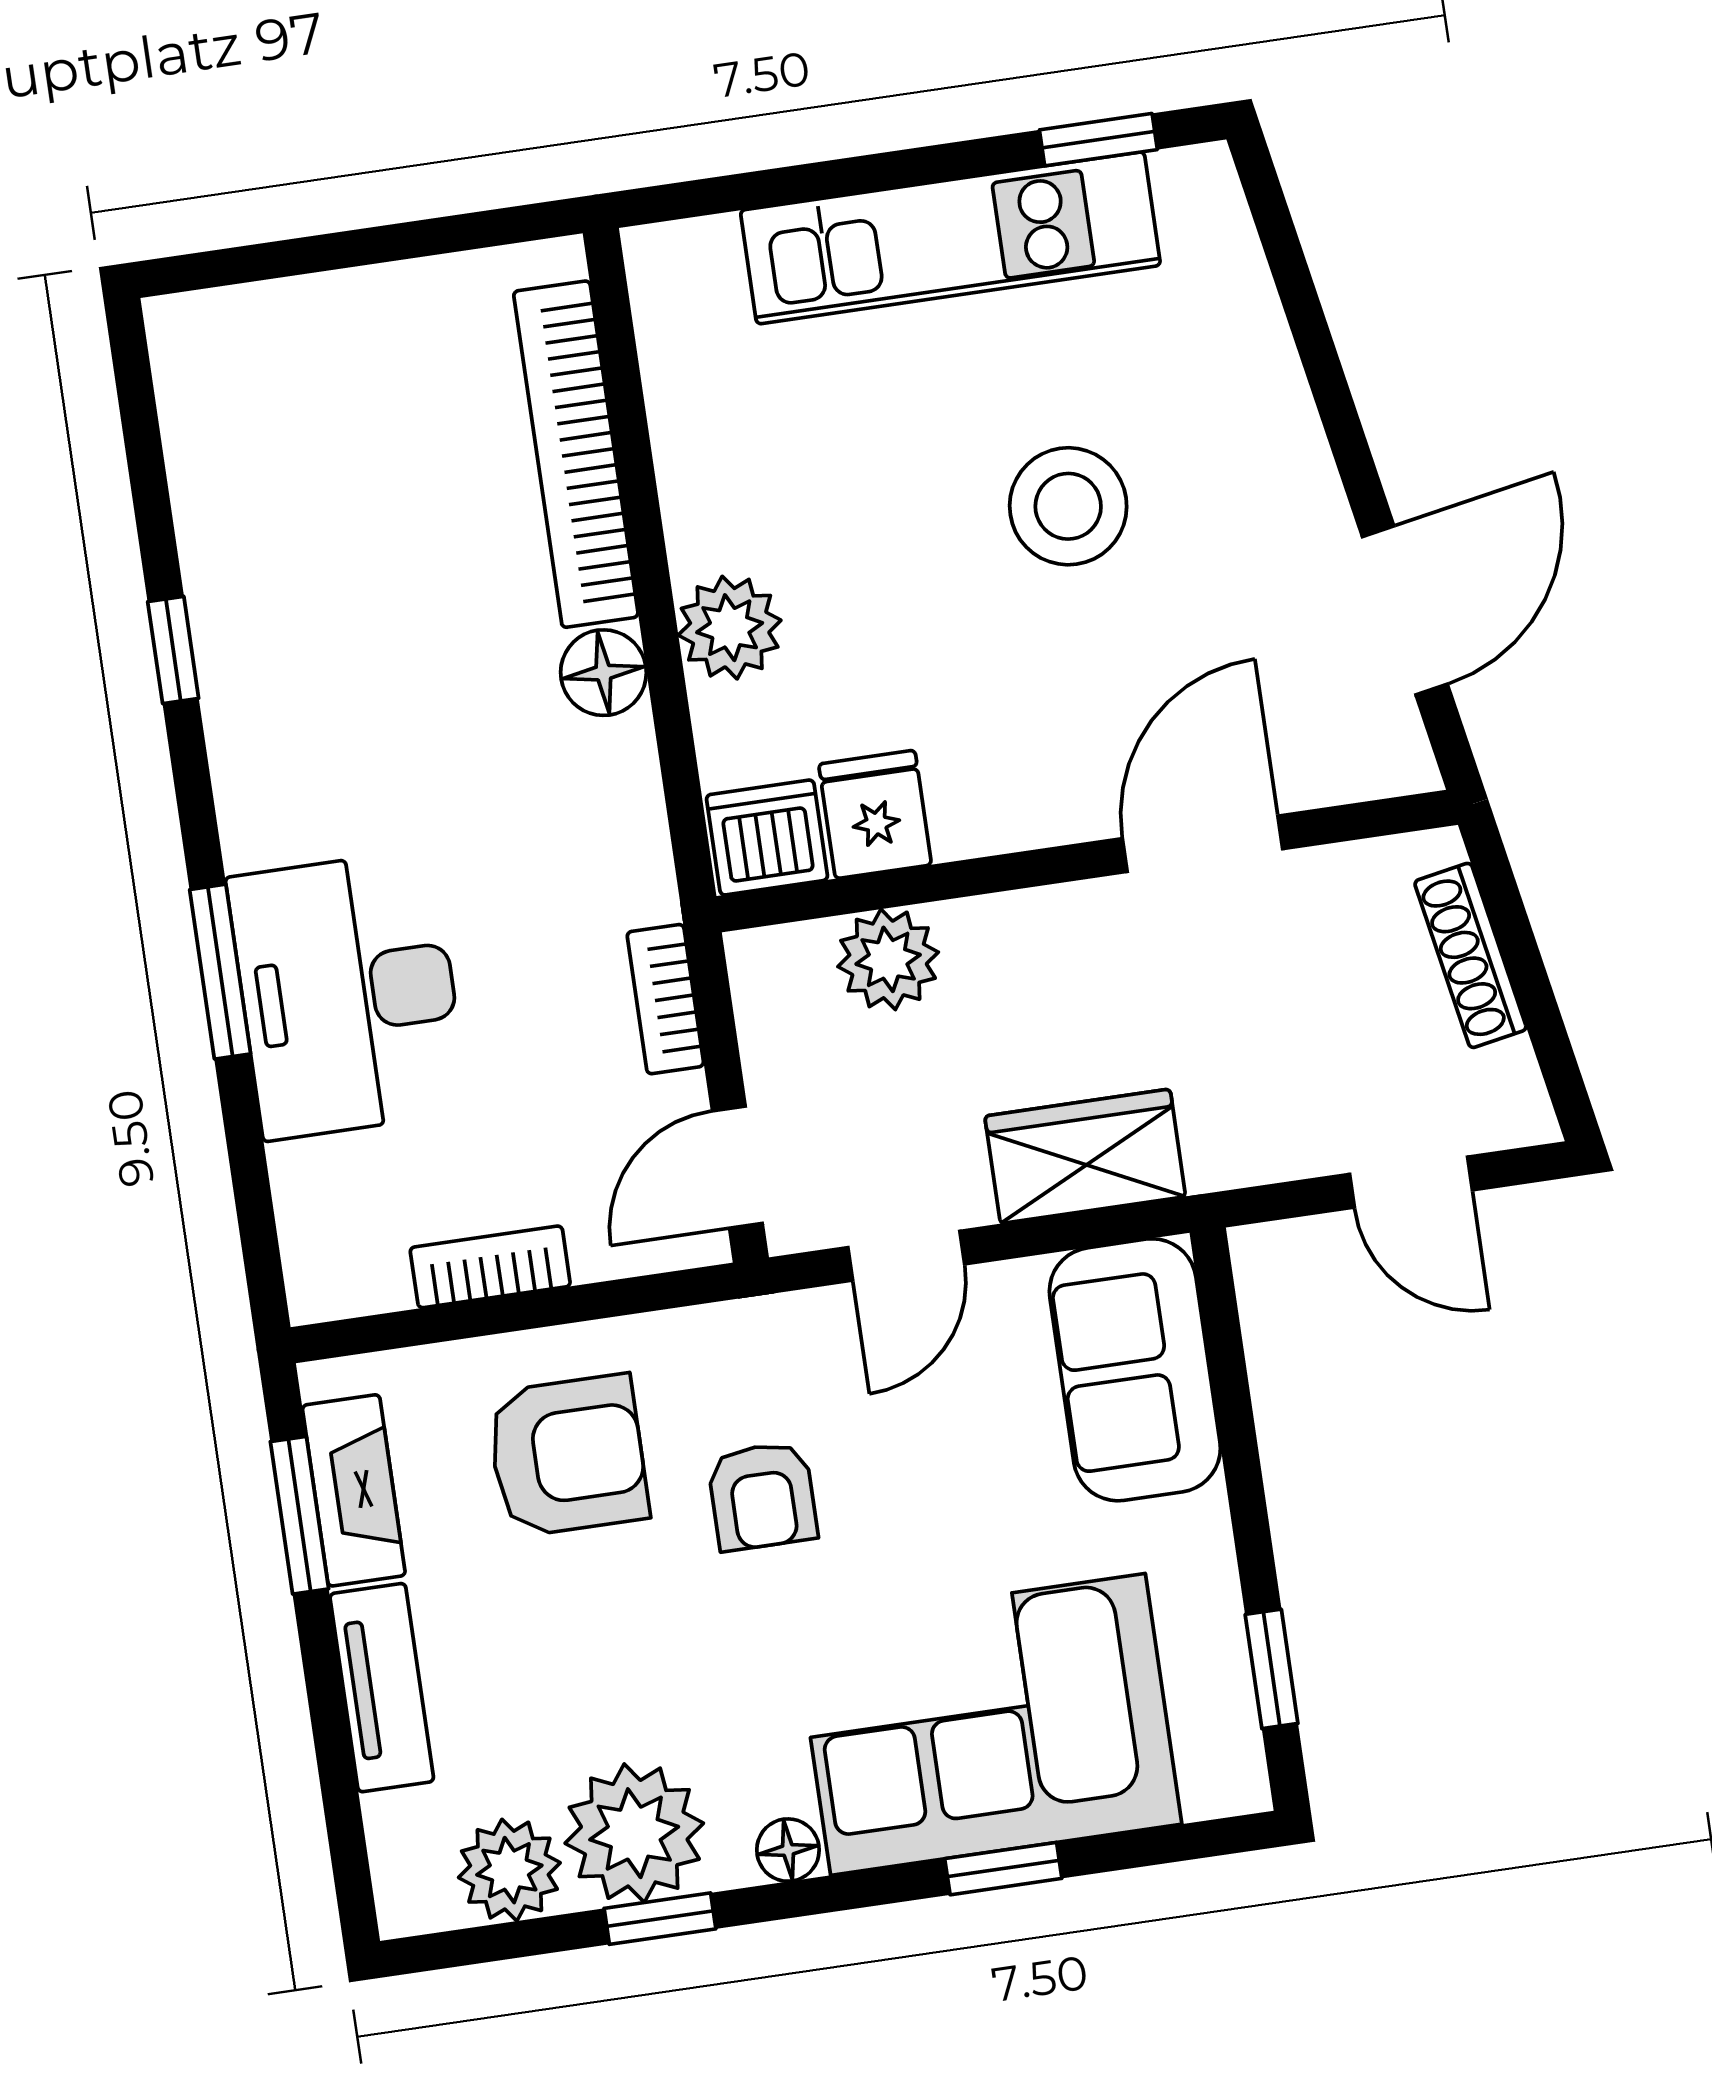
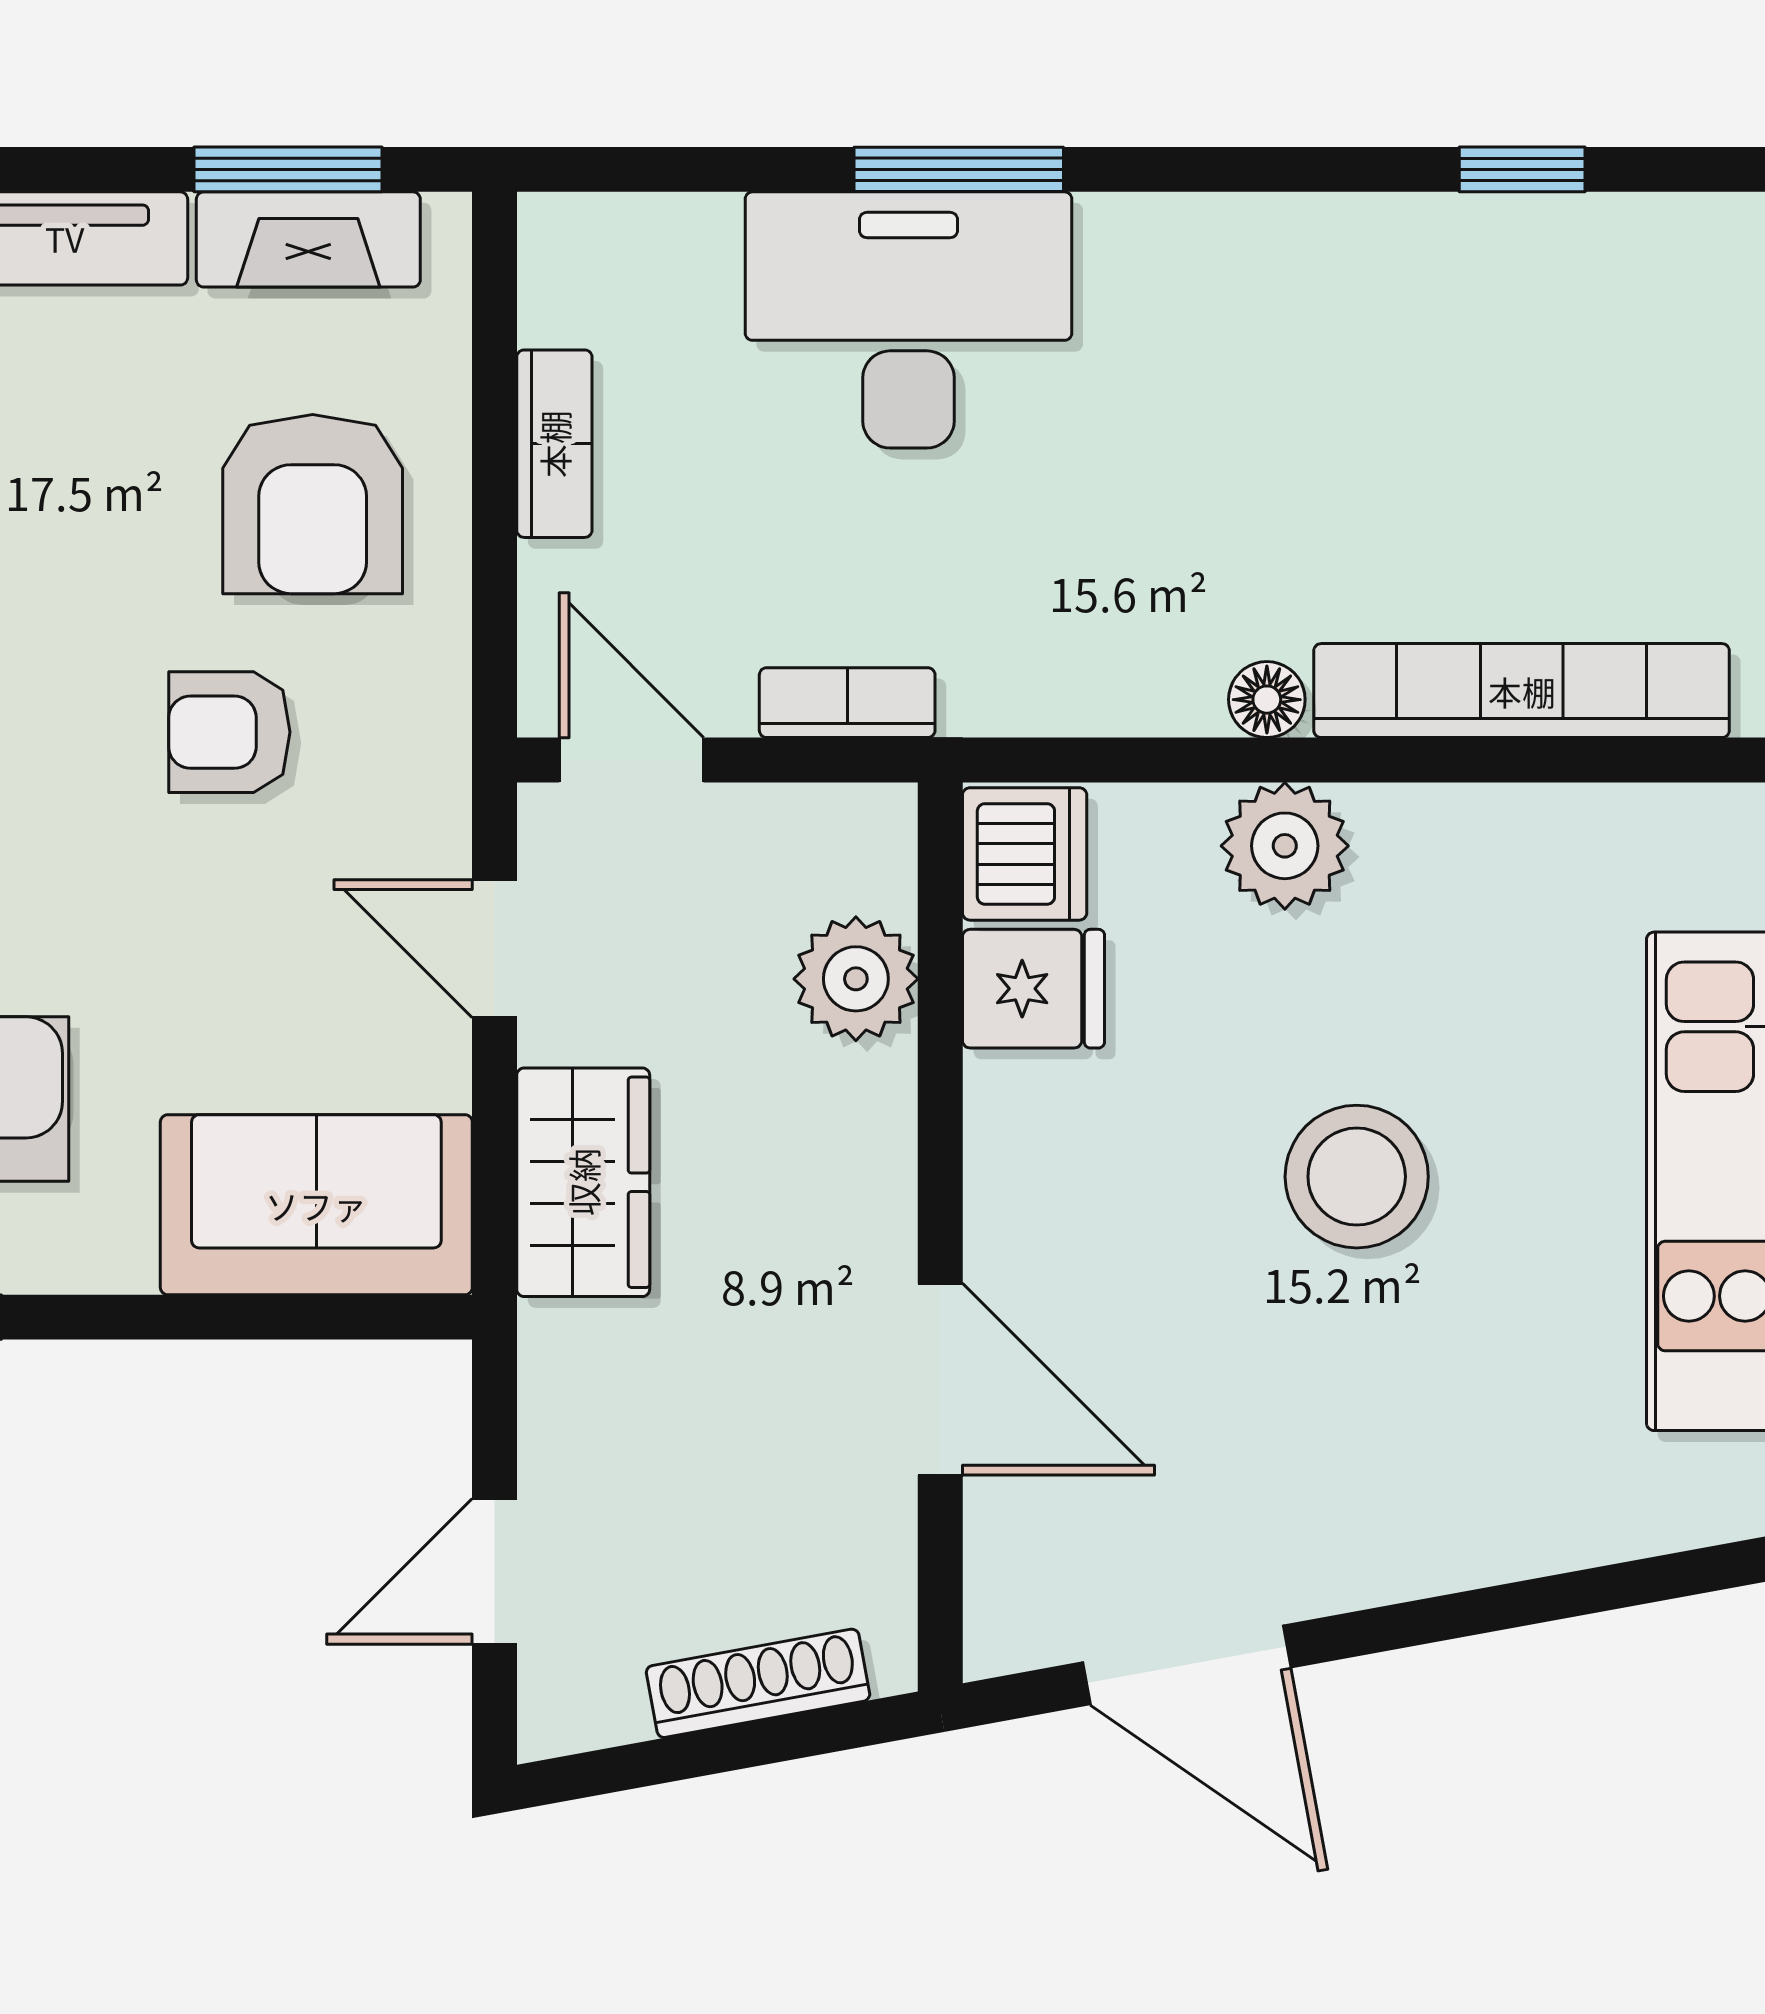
stool: (1068, 506) -> (1357, 1177), moved
window: (173, 650) -> (1522, 169), moved
floor lamp: (603, 673) -> (1267, 700), width x0.73, depth x0.73

